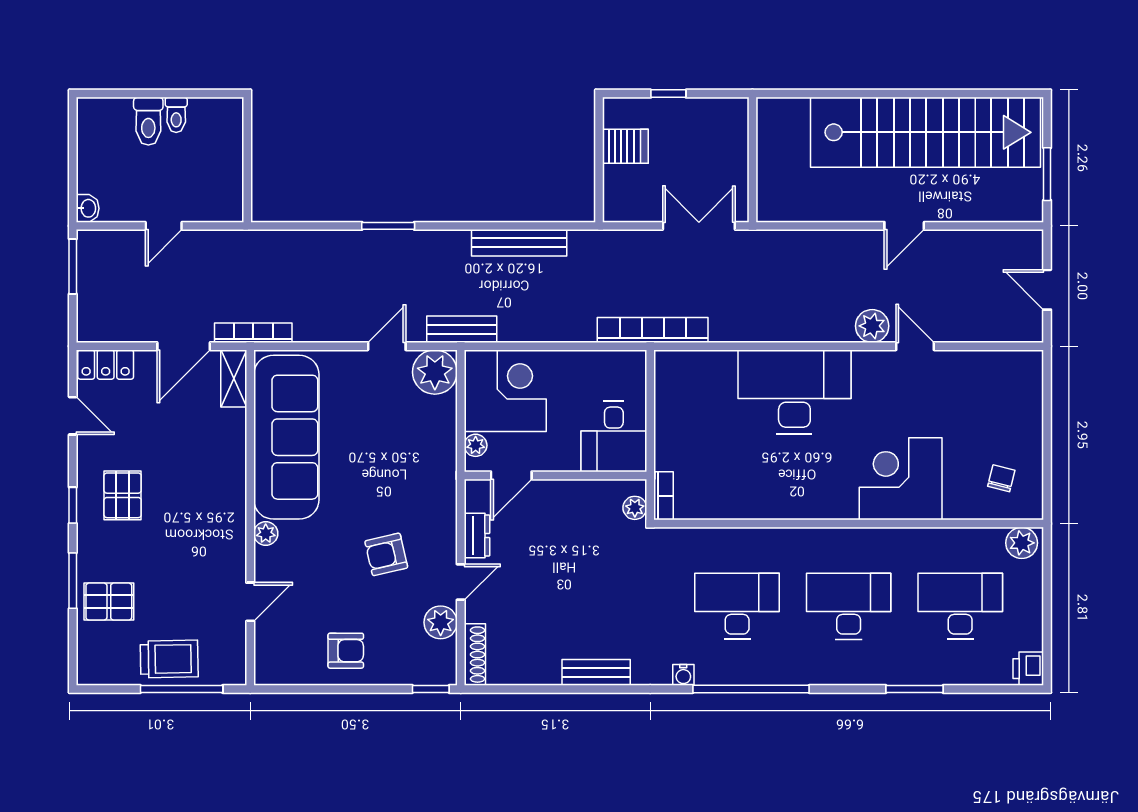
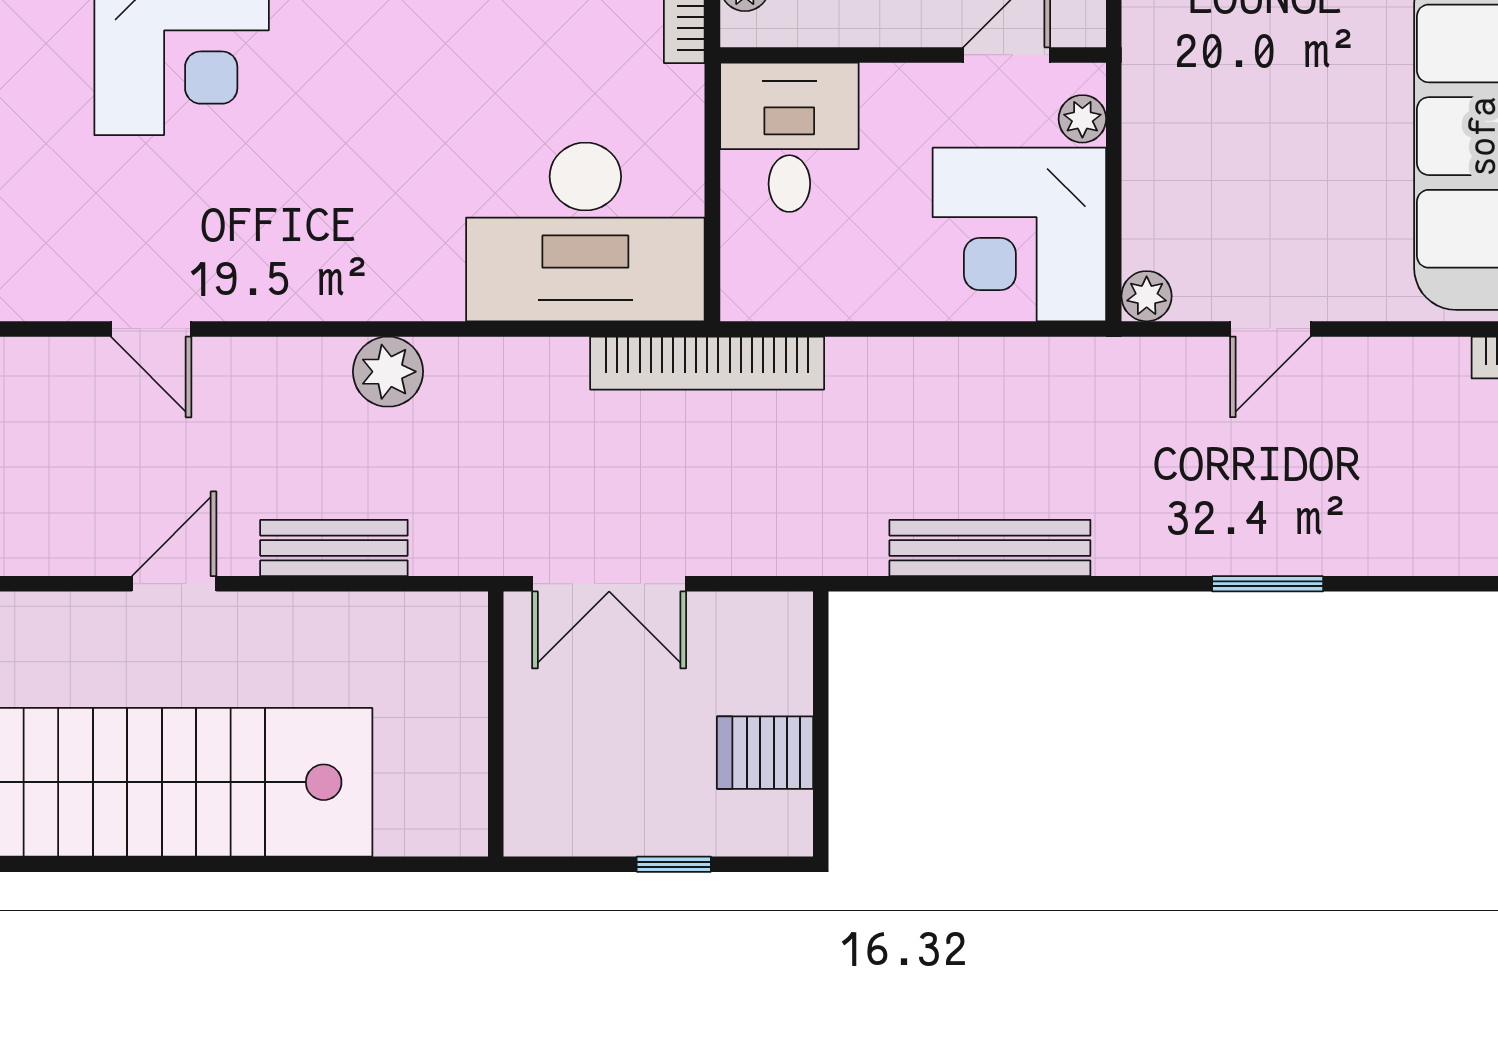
plant: (872, 326) -> (388, 372), moved
bench: (462, 329) -> (334, 548), moved
plant: (435, 372) -> (1147, 296), width x0.53, depth x0.53
desk: (794, 392) -> (585, 232), moved

